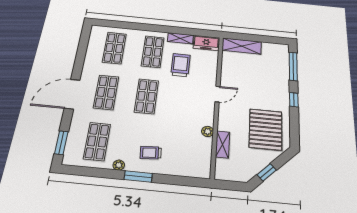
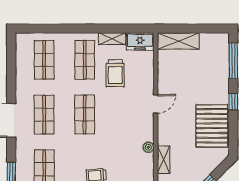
trolley: (180, 65) -> (115, 73), turned 180
pallet: (266, 129) -> (212, 126), moved

